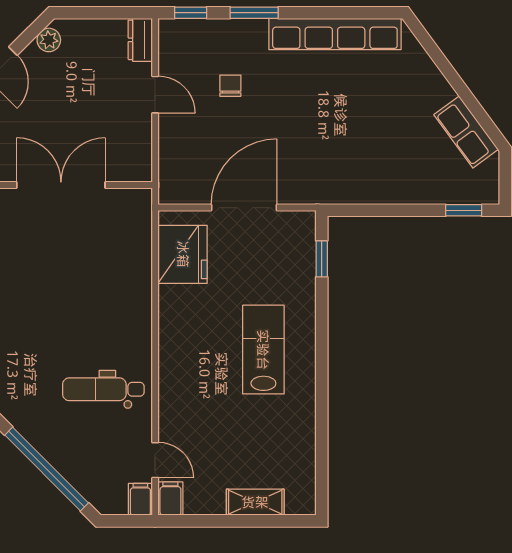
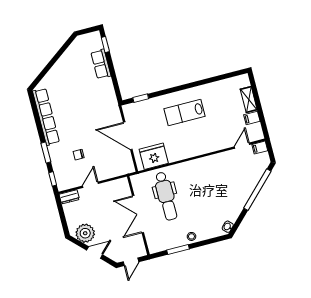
plant: (49, 40) -> (85, 233), width x1.88, depth x1.88
row of seats: (466, 132) -> (101, 64), moved, turned 126
dental chair: (103, 389) -> (166, 196), moved, width x1.36, depth x1.38
filing cabinet: (170, 499) -> (252, 118), moved

